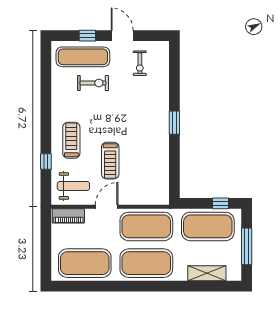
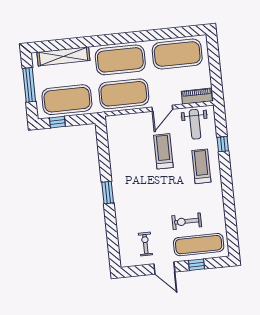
treadmill: (71, 140) -> (201, 166), turned 180
weight bench: (73, 186) -> (195, 124), turned -90
shelving: (207, 273) -> (63, 56), width x1.47

